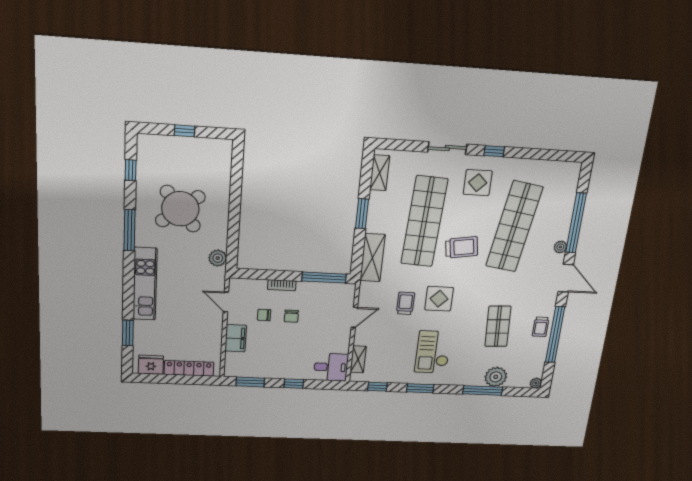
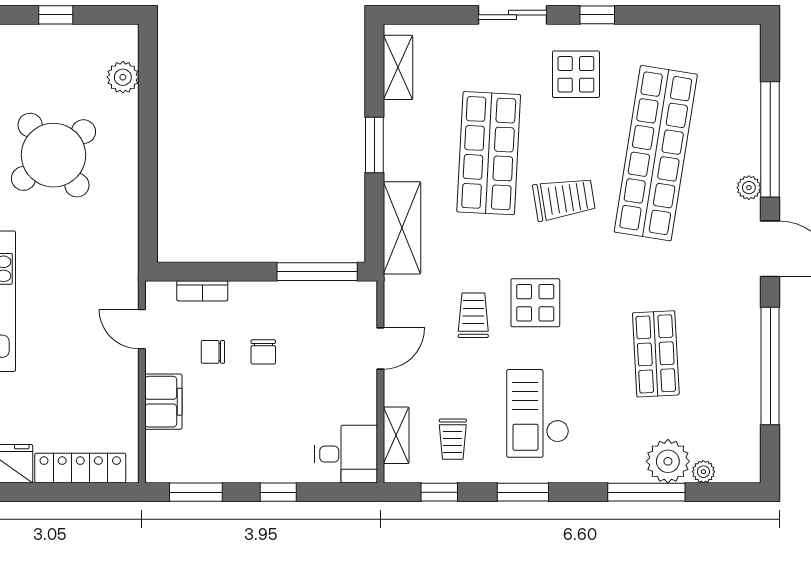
shop shelf: (424, 222) -> (489, 153), width x0.71
plant: (218, 258) -> (123, 77), moved
bookcase: (282, 285) -> (202, 291), moved
trolley: (541, 327) -> (453, 439), moved
plant: (536, 383) -> (703, 472), moved

